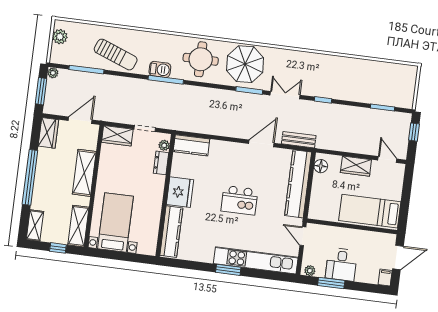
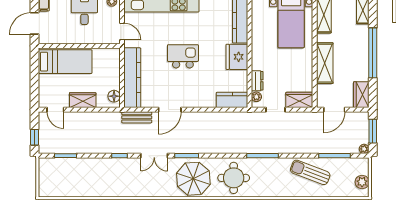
barbecue: (160, 69) -> (269, 164), removed

